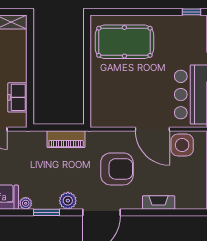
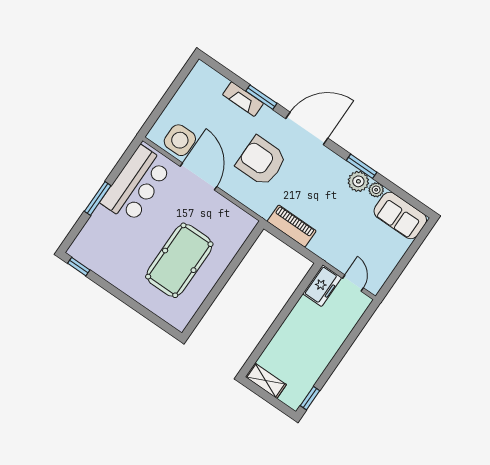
pool table: (124, 42) -> (179, 260), moved, turned 90
freezer: (17, 97) -> (322, 286), moved
plant: (68, 201) -> (358, 181), moved
window: (147, 212) -> (261, 97), added

